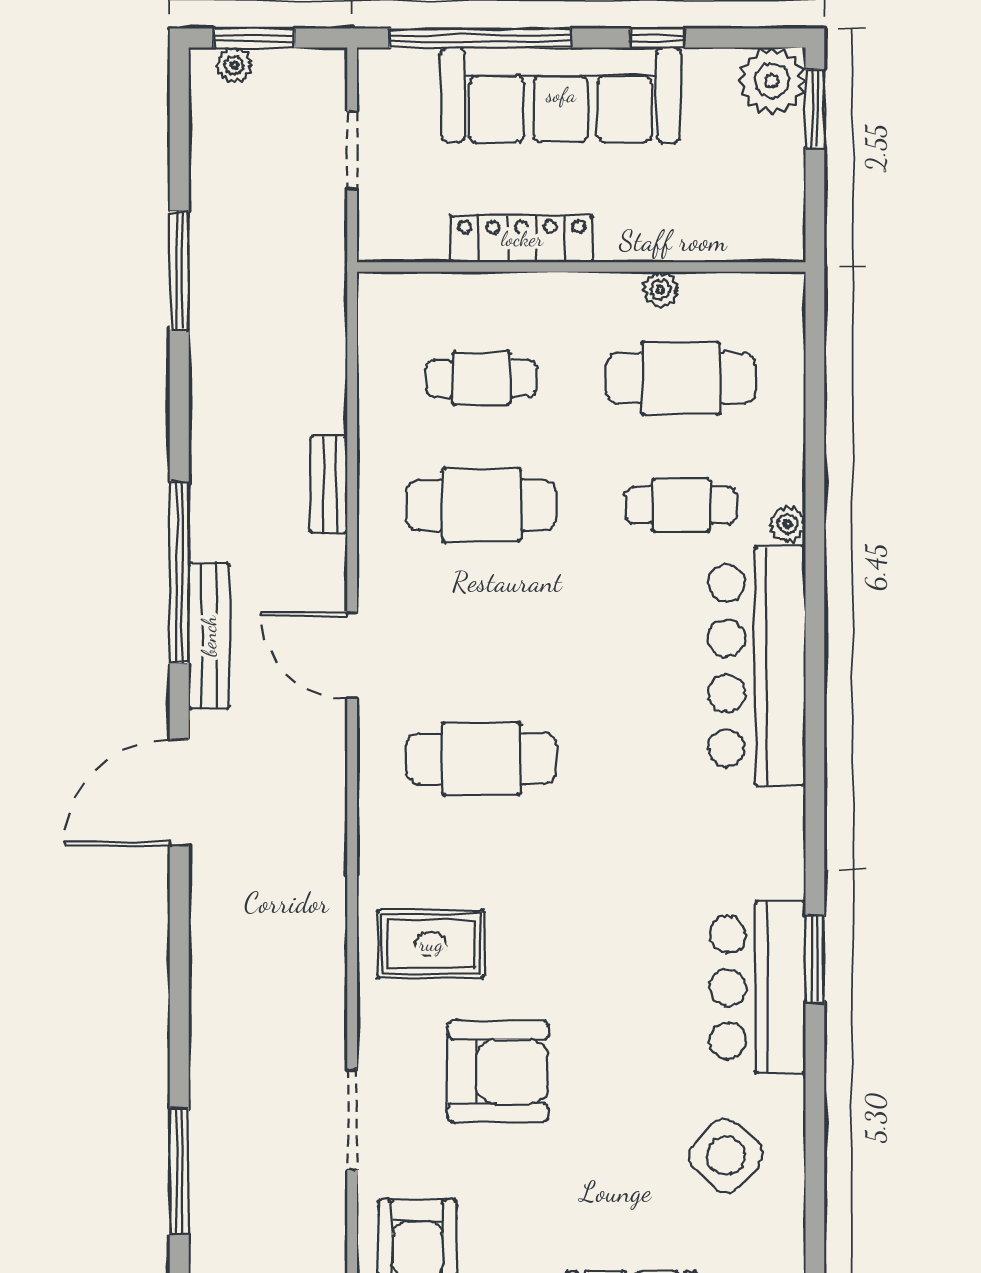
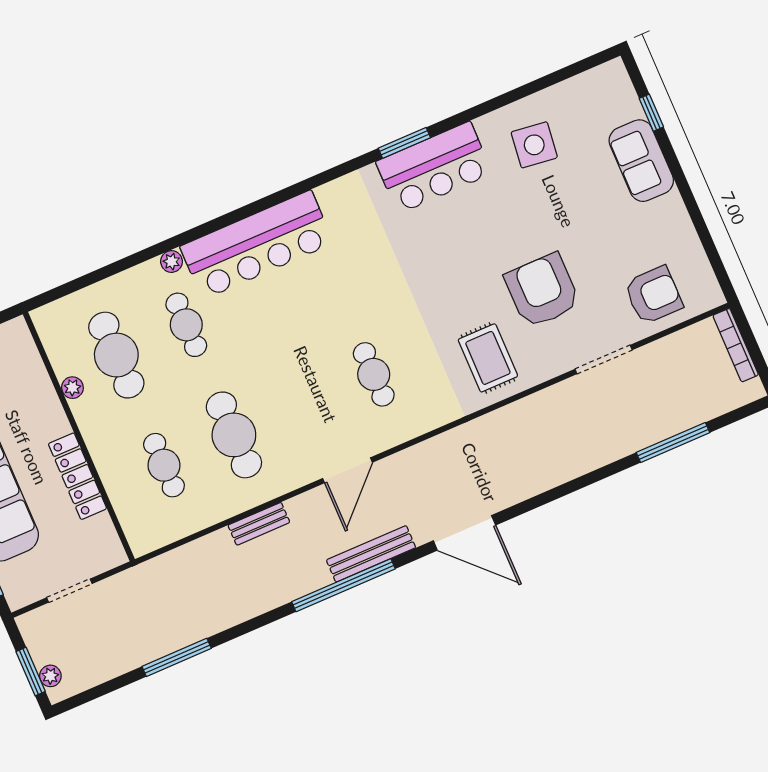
cafe table: (481, 759) -> (374, 374), width x0.73, depth x0.74
side table: (726, 1156) -> (534, 145), turned -36

